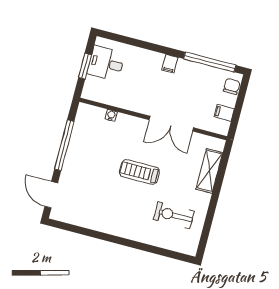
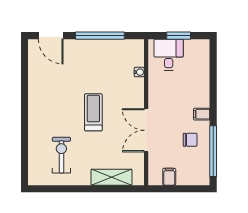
desk: (106, 63) -> (169, 55), moved
chair: (232, 86) -> (190, 140), moved
door: (51, 195) -> (51, 36), swing flipped

